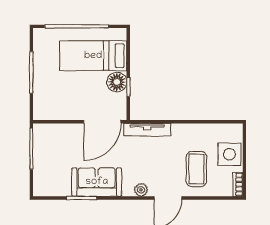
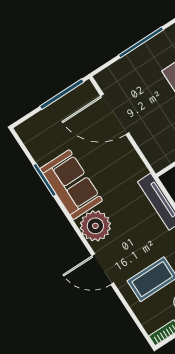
door: (102, 122) -> (115, 114), moved
plant: (141, 190) -> (95, 226), width x1.88, depth x1.88

